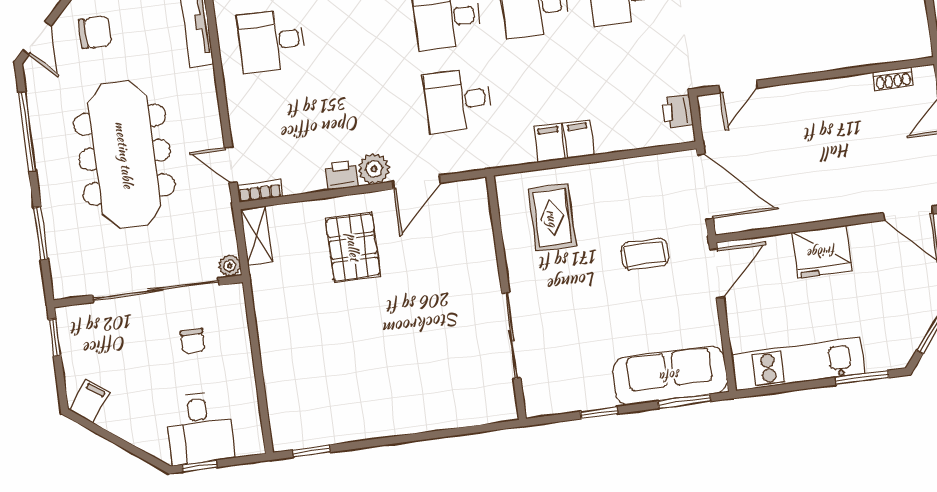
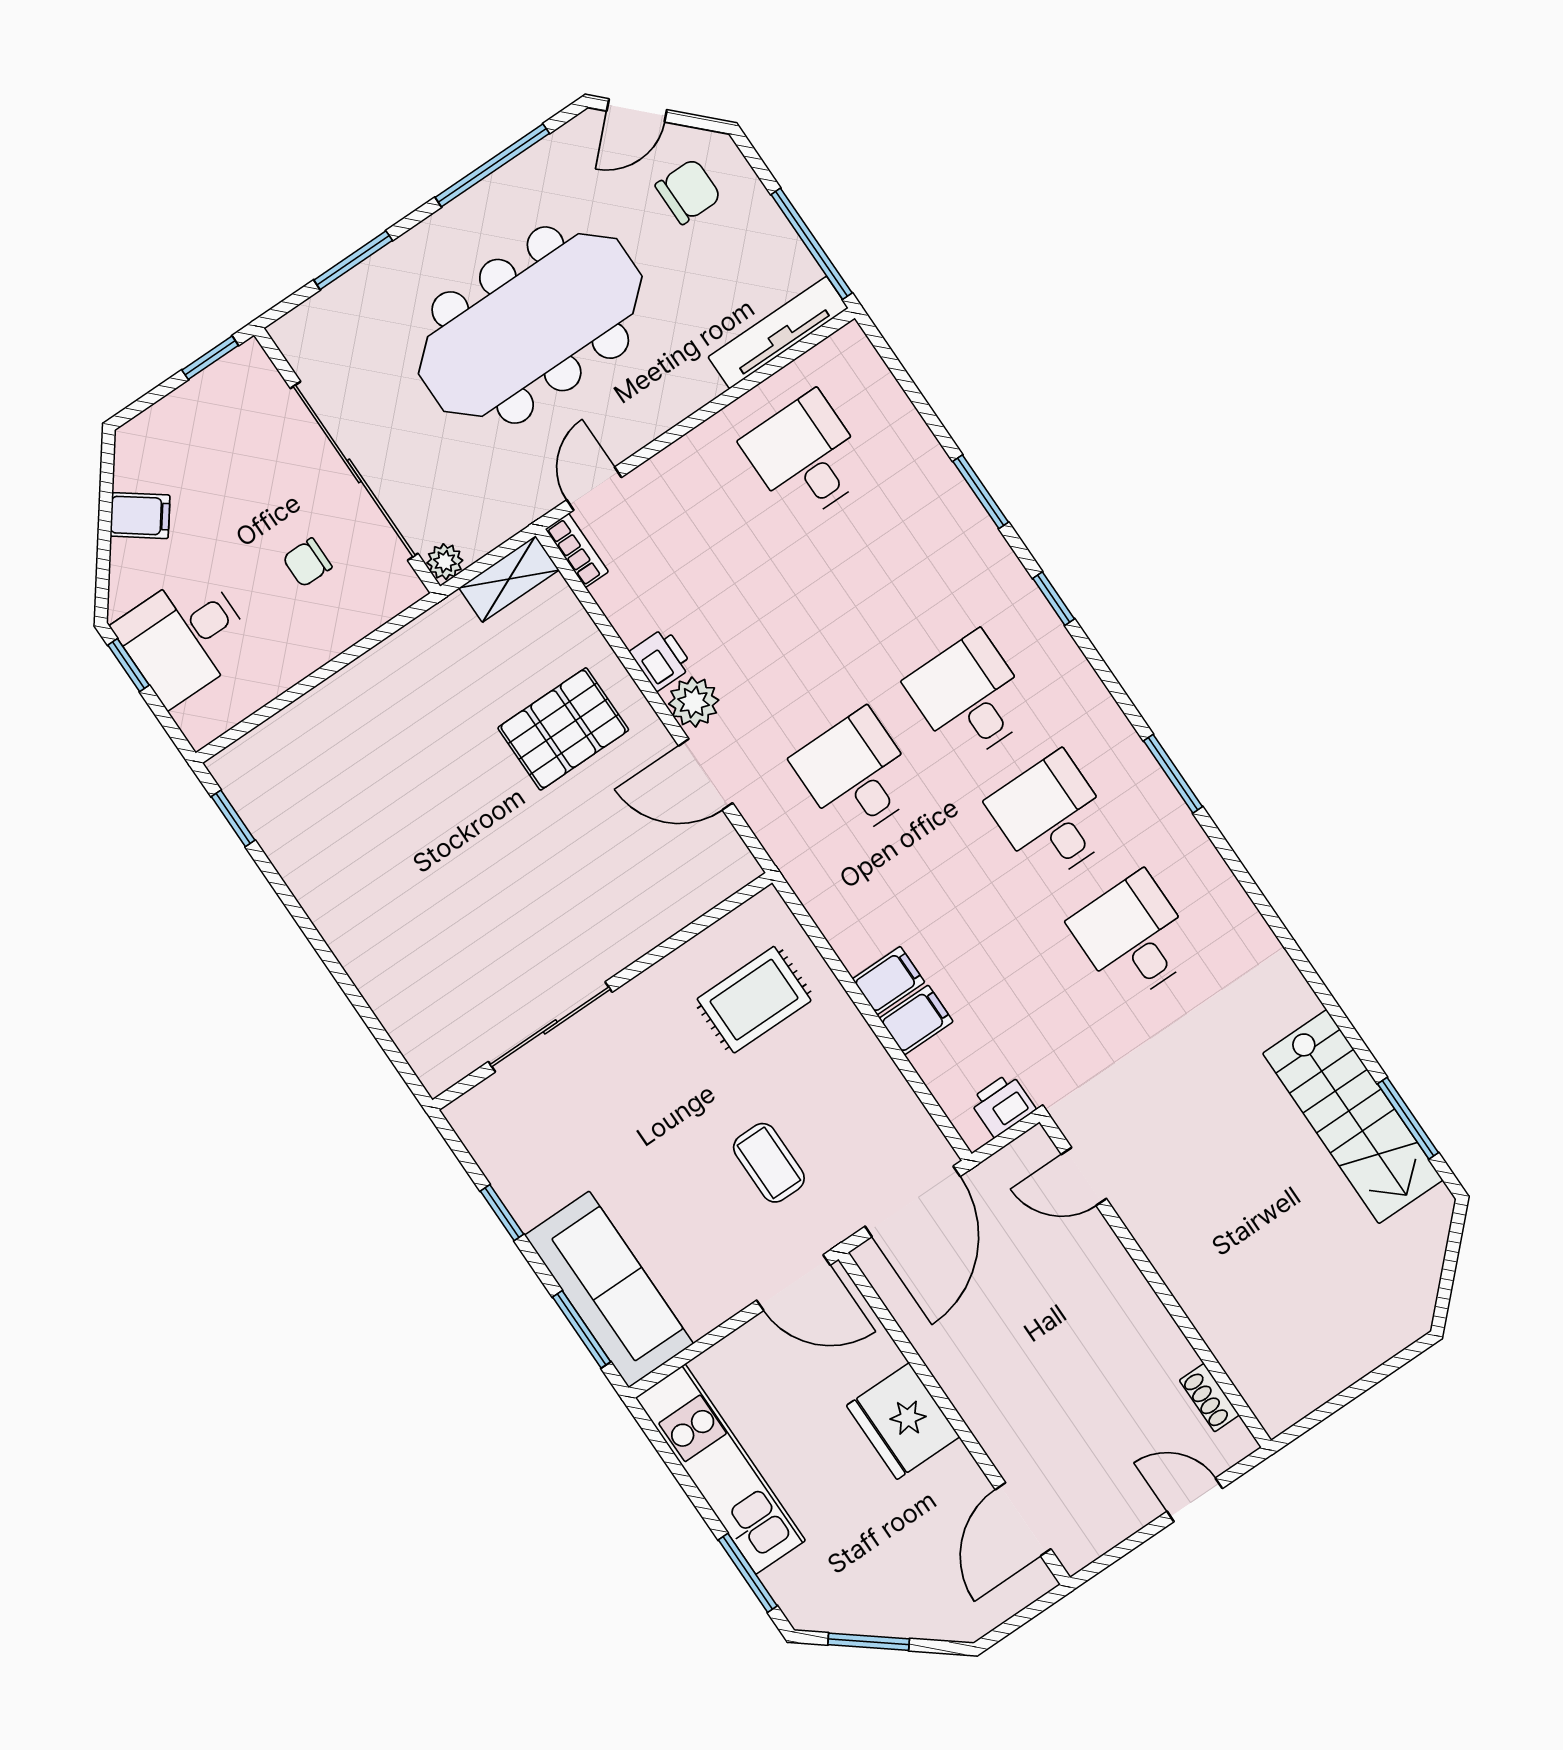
chair: (95, 32) -> (688, 191), turned -90
filing cabinet: (550, 143) -> (916, 1020), moved
filing cabinet: (89, 401) -> (140, 516), moved

